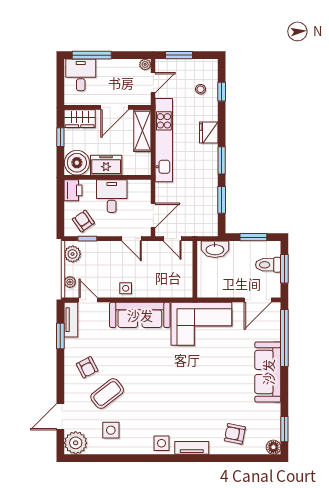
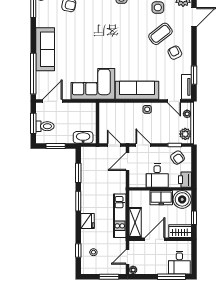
kitchen unit: (164, 140) -> (120, 216), width x0.73

